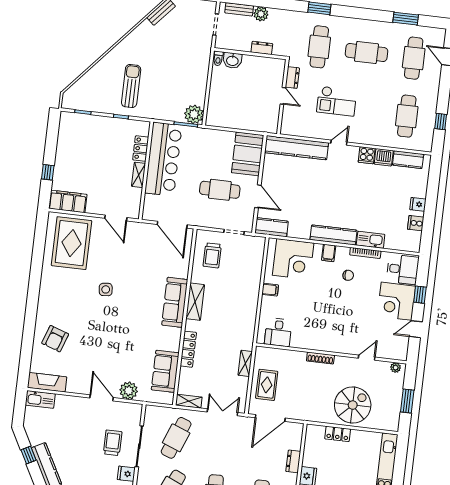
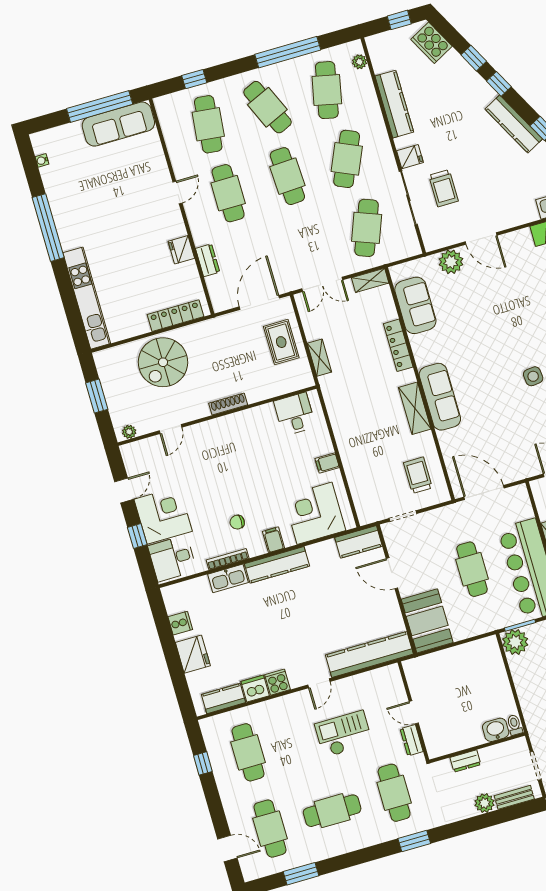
cafe table: (220, 190) -> (472, 569), moved, turned 90
fridge: (418, 204) -> (193, 654), width x1.88, depth x1.34
locker: (338, 434) -> (175, 316), width x1.53

